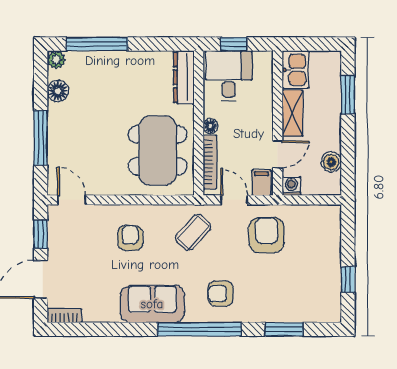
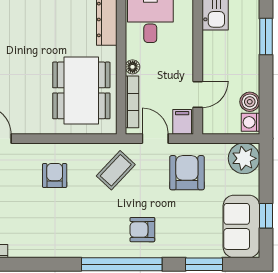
shelving: (292, 113) -> (212, 54), removed
washing machine: (291, 186) -> (250, 122), moved, turned -90
plant: (325, 220) -> (244, 158), added
sofa: (152, 304) -> (241, 226), moved, turned -90

